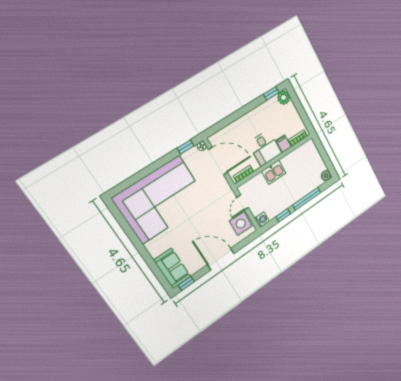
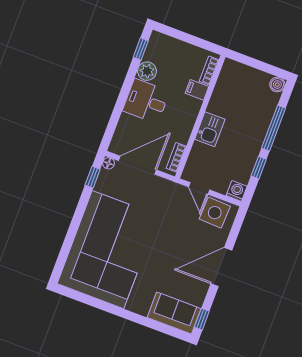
plant: (284, 98) -> (147, 71), moved
desk: (265, 148) -> (146, 101), moved, turned 180

